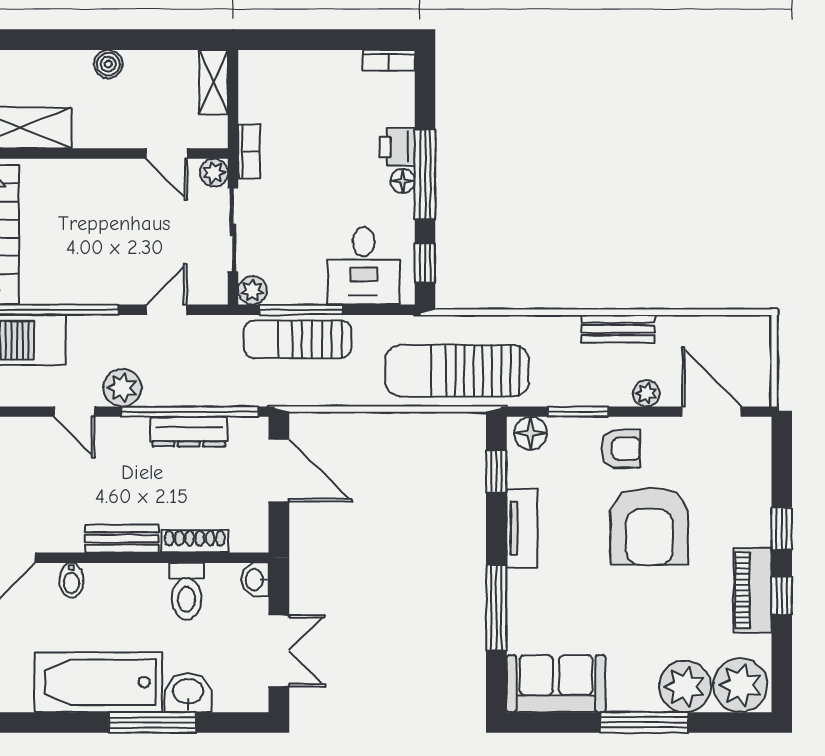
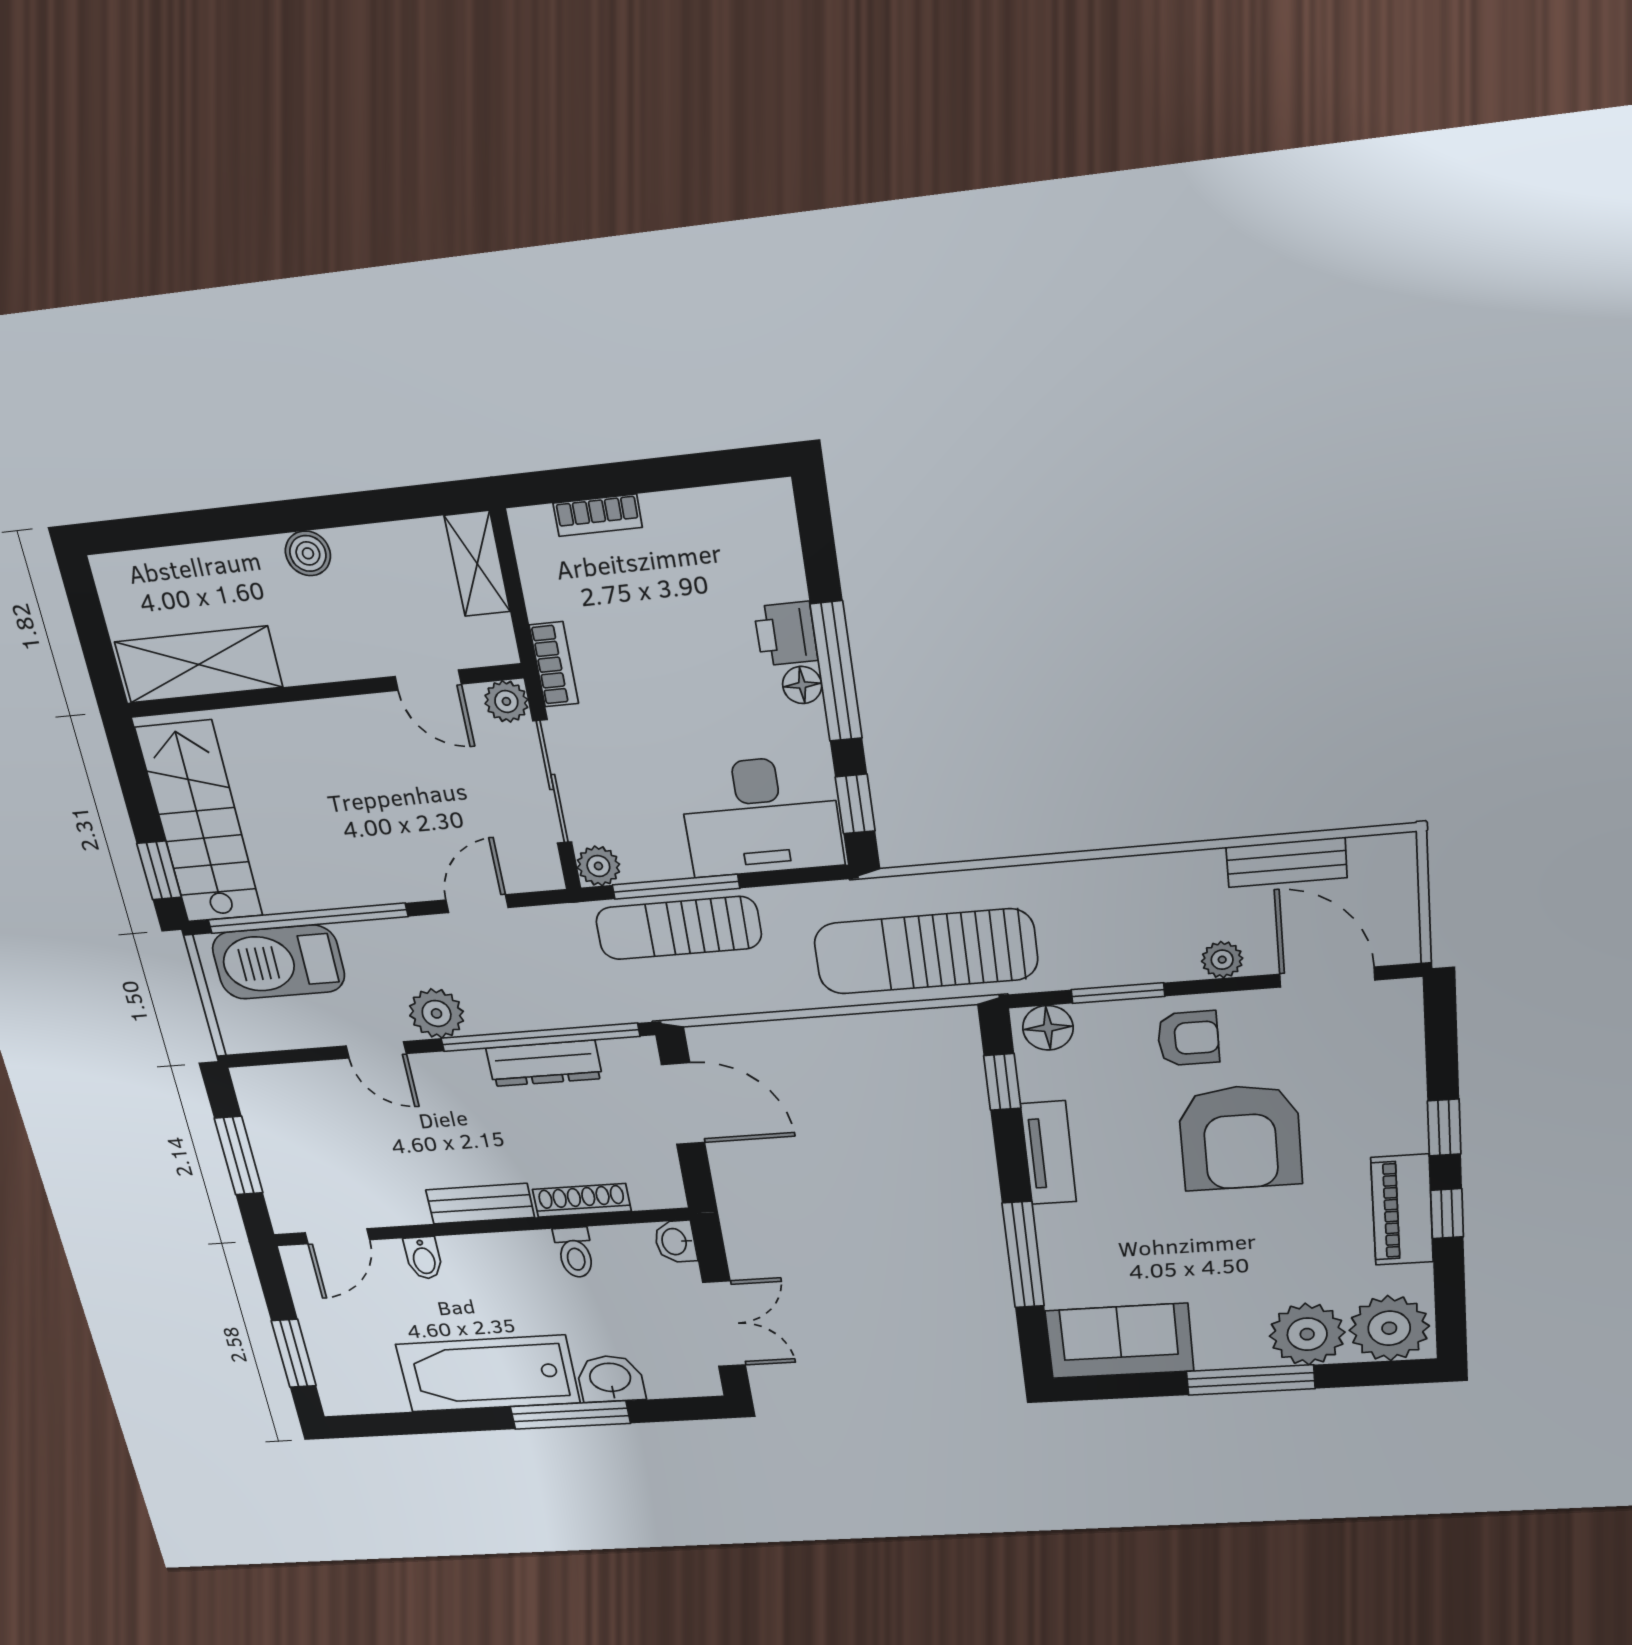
bookcase: (389, 60) -> (598, 515), moved
desk: (364, 266) -> (761, 816), width x1.37
bench: (618, 329) -> (1287, 862), moved
toilet: (187, 591) -> (575, 1252), width x0.73, depth x0.72

